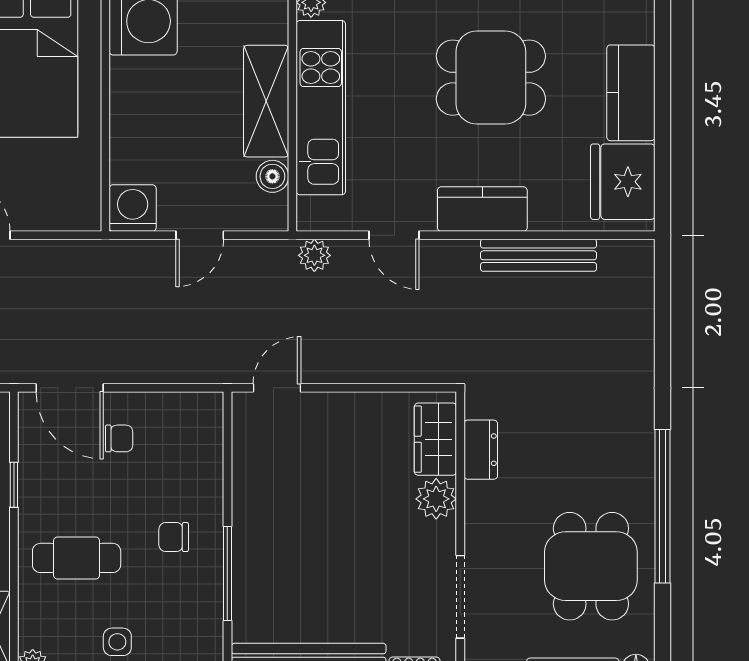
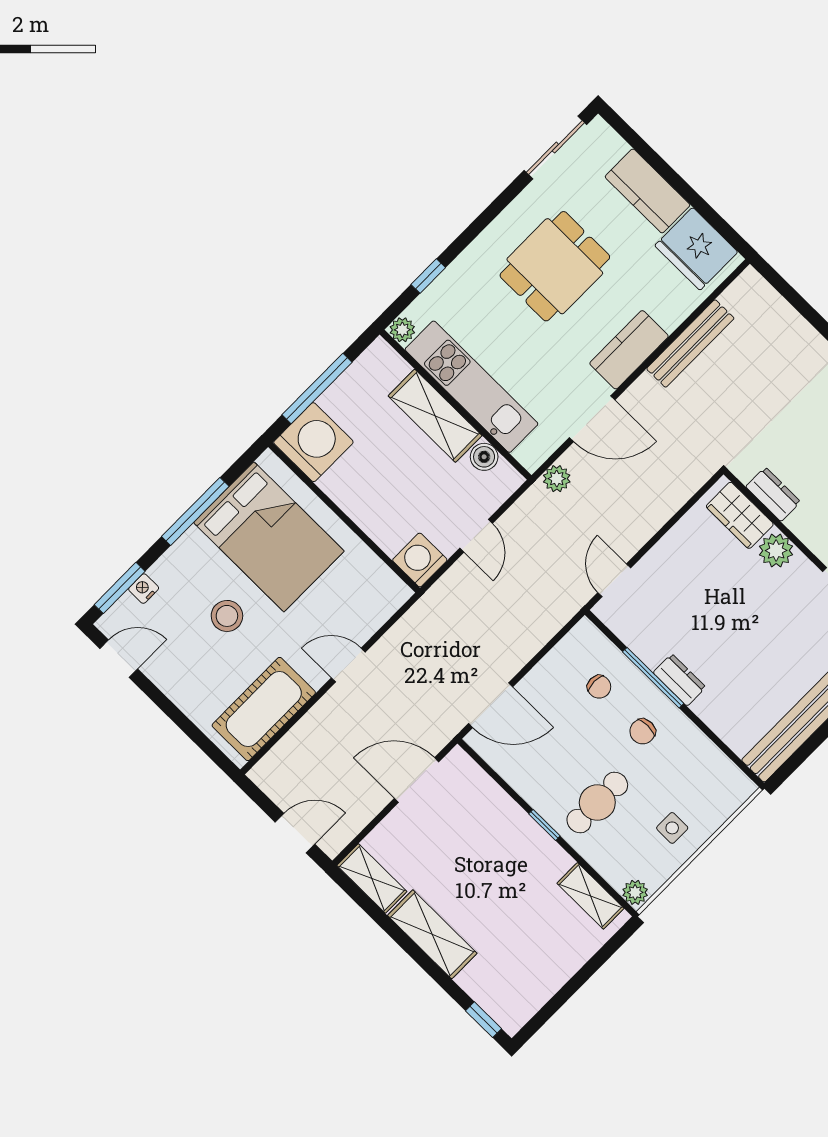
door: (394, 235) -> (592, 419), width x1.38
chair: (119, 438) -> (599, 687), moved, turned 90
window: (14, 485) -> (544, 825), moved
dresser: (247, 525) -> (679, 680), added
window: (227, 573) -> (653, 678), moved

